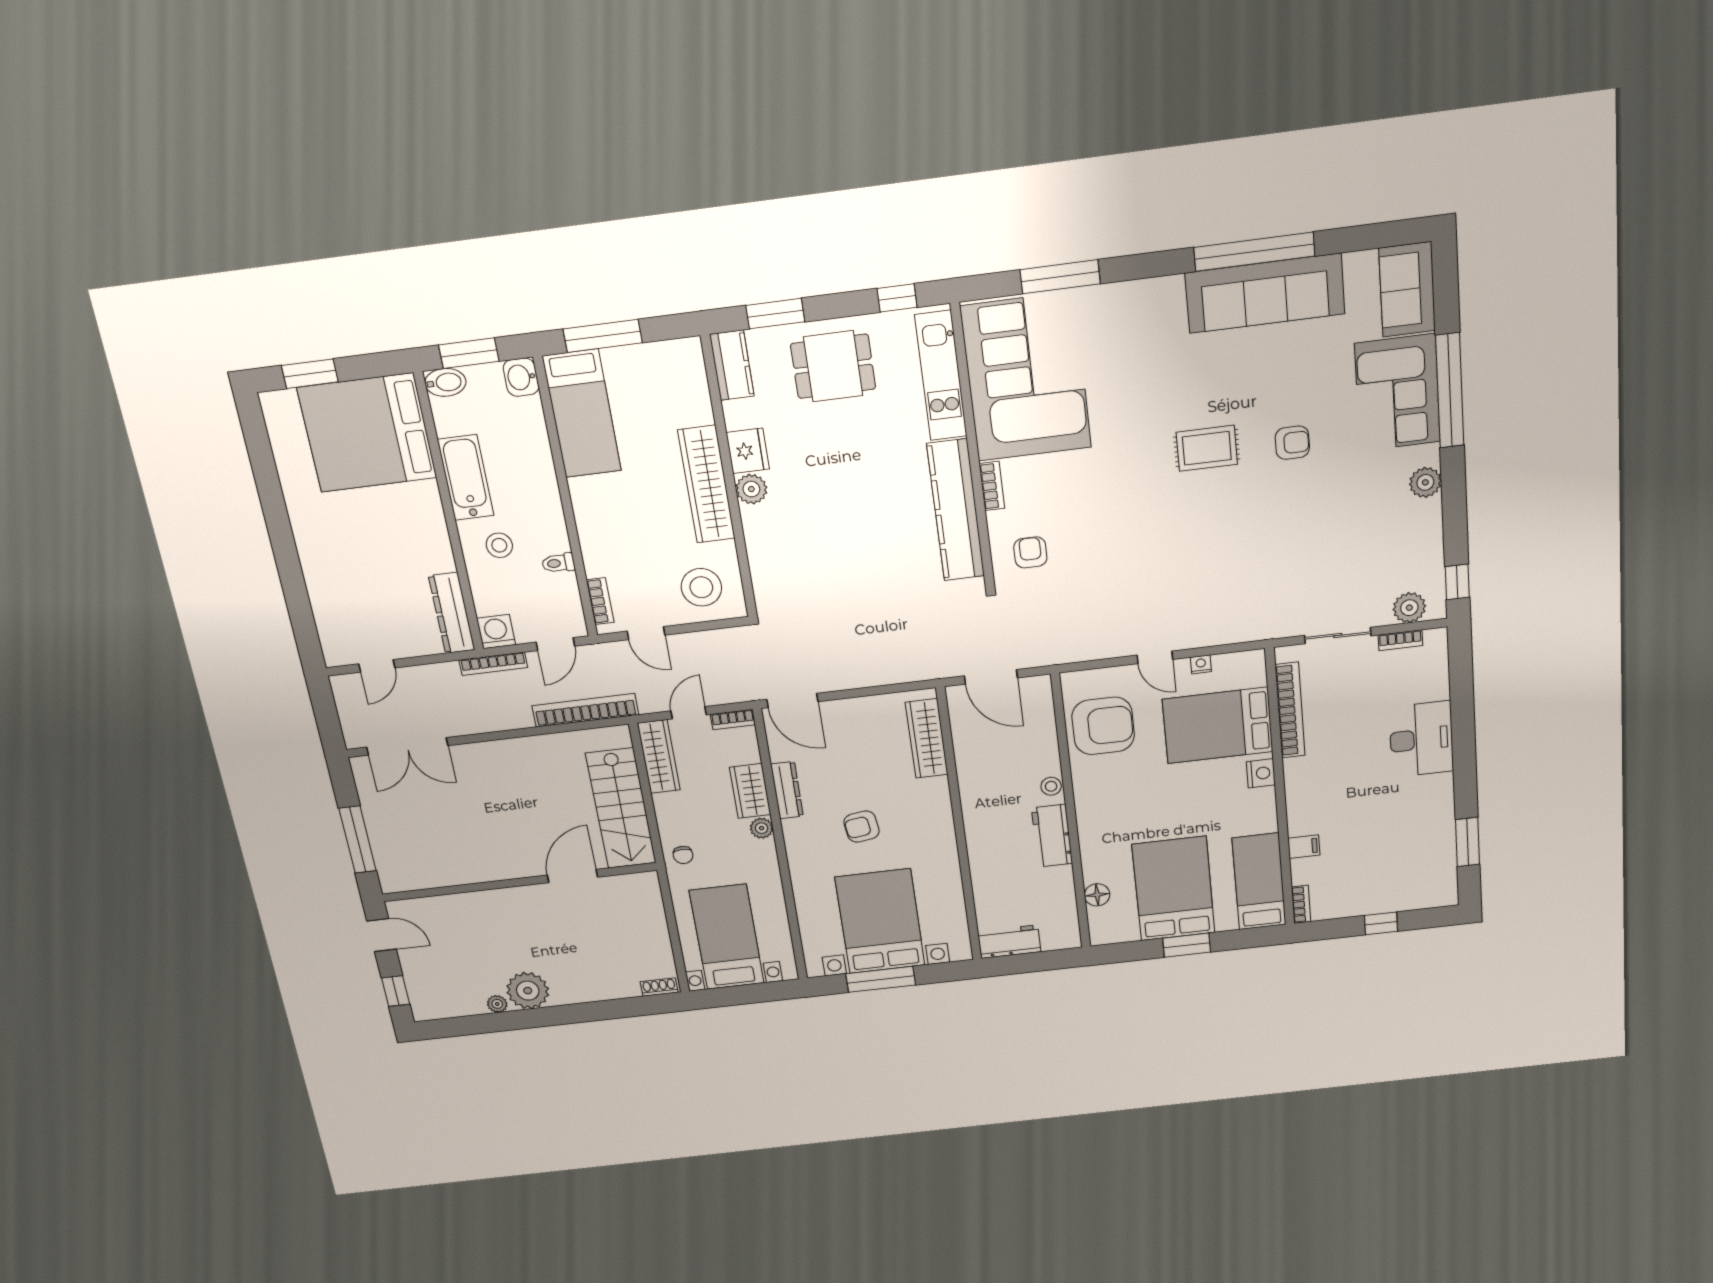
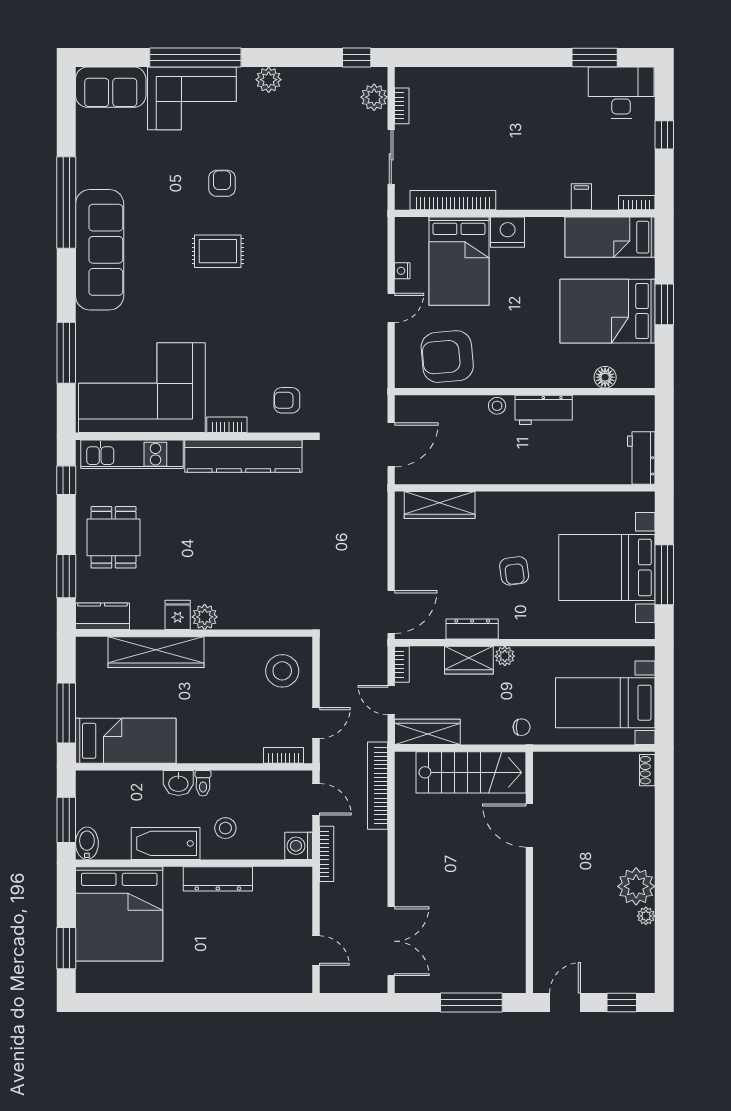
sofa: (1265, 293) -> (100, 250), moved
washbasin: (521, 377) -> (178, 783), moved
rug: (1207, 448) -> (218, 251), turned 90
fridge: (748, 451) -> (178, 615), width x0.72
wardrobe: (706, 484) -> (156, 652), moved
toilet: (558, 563) -> (203, 783), moved
dresser: (452, 613) -> (218, 879), moved
armchair: (1103, 726) -> (447, 357), turned -95
desk: (1421, 739) -> (621, 93), moved
nightstand: (1261, 773) -> (508, 232), width x1.36, depth x1.33

